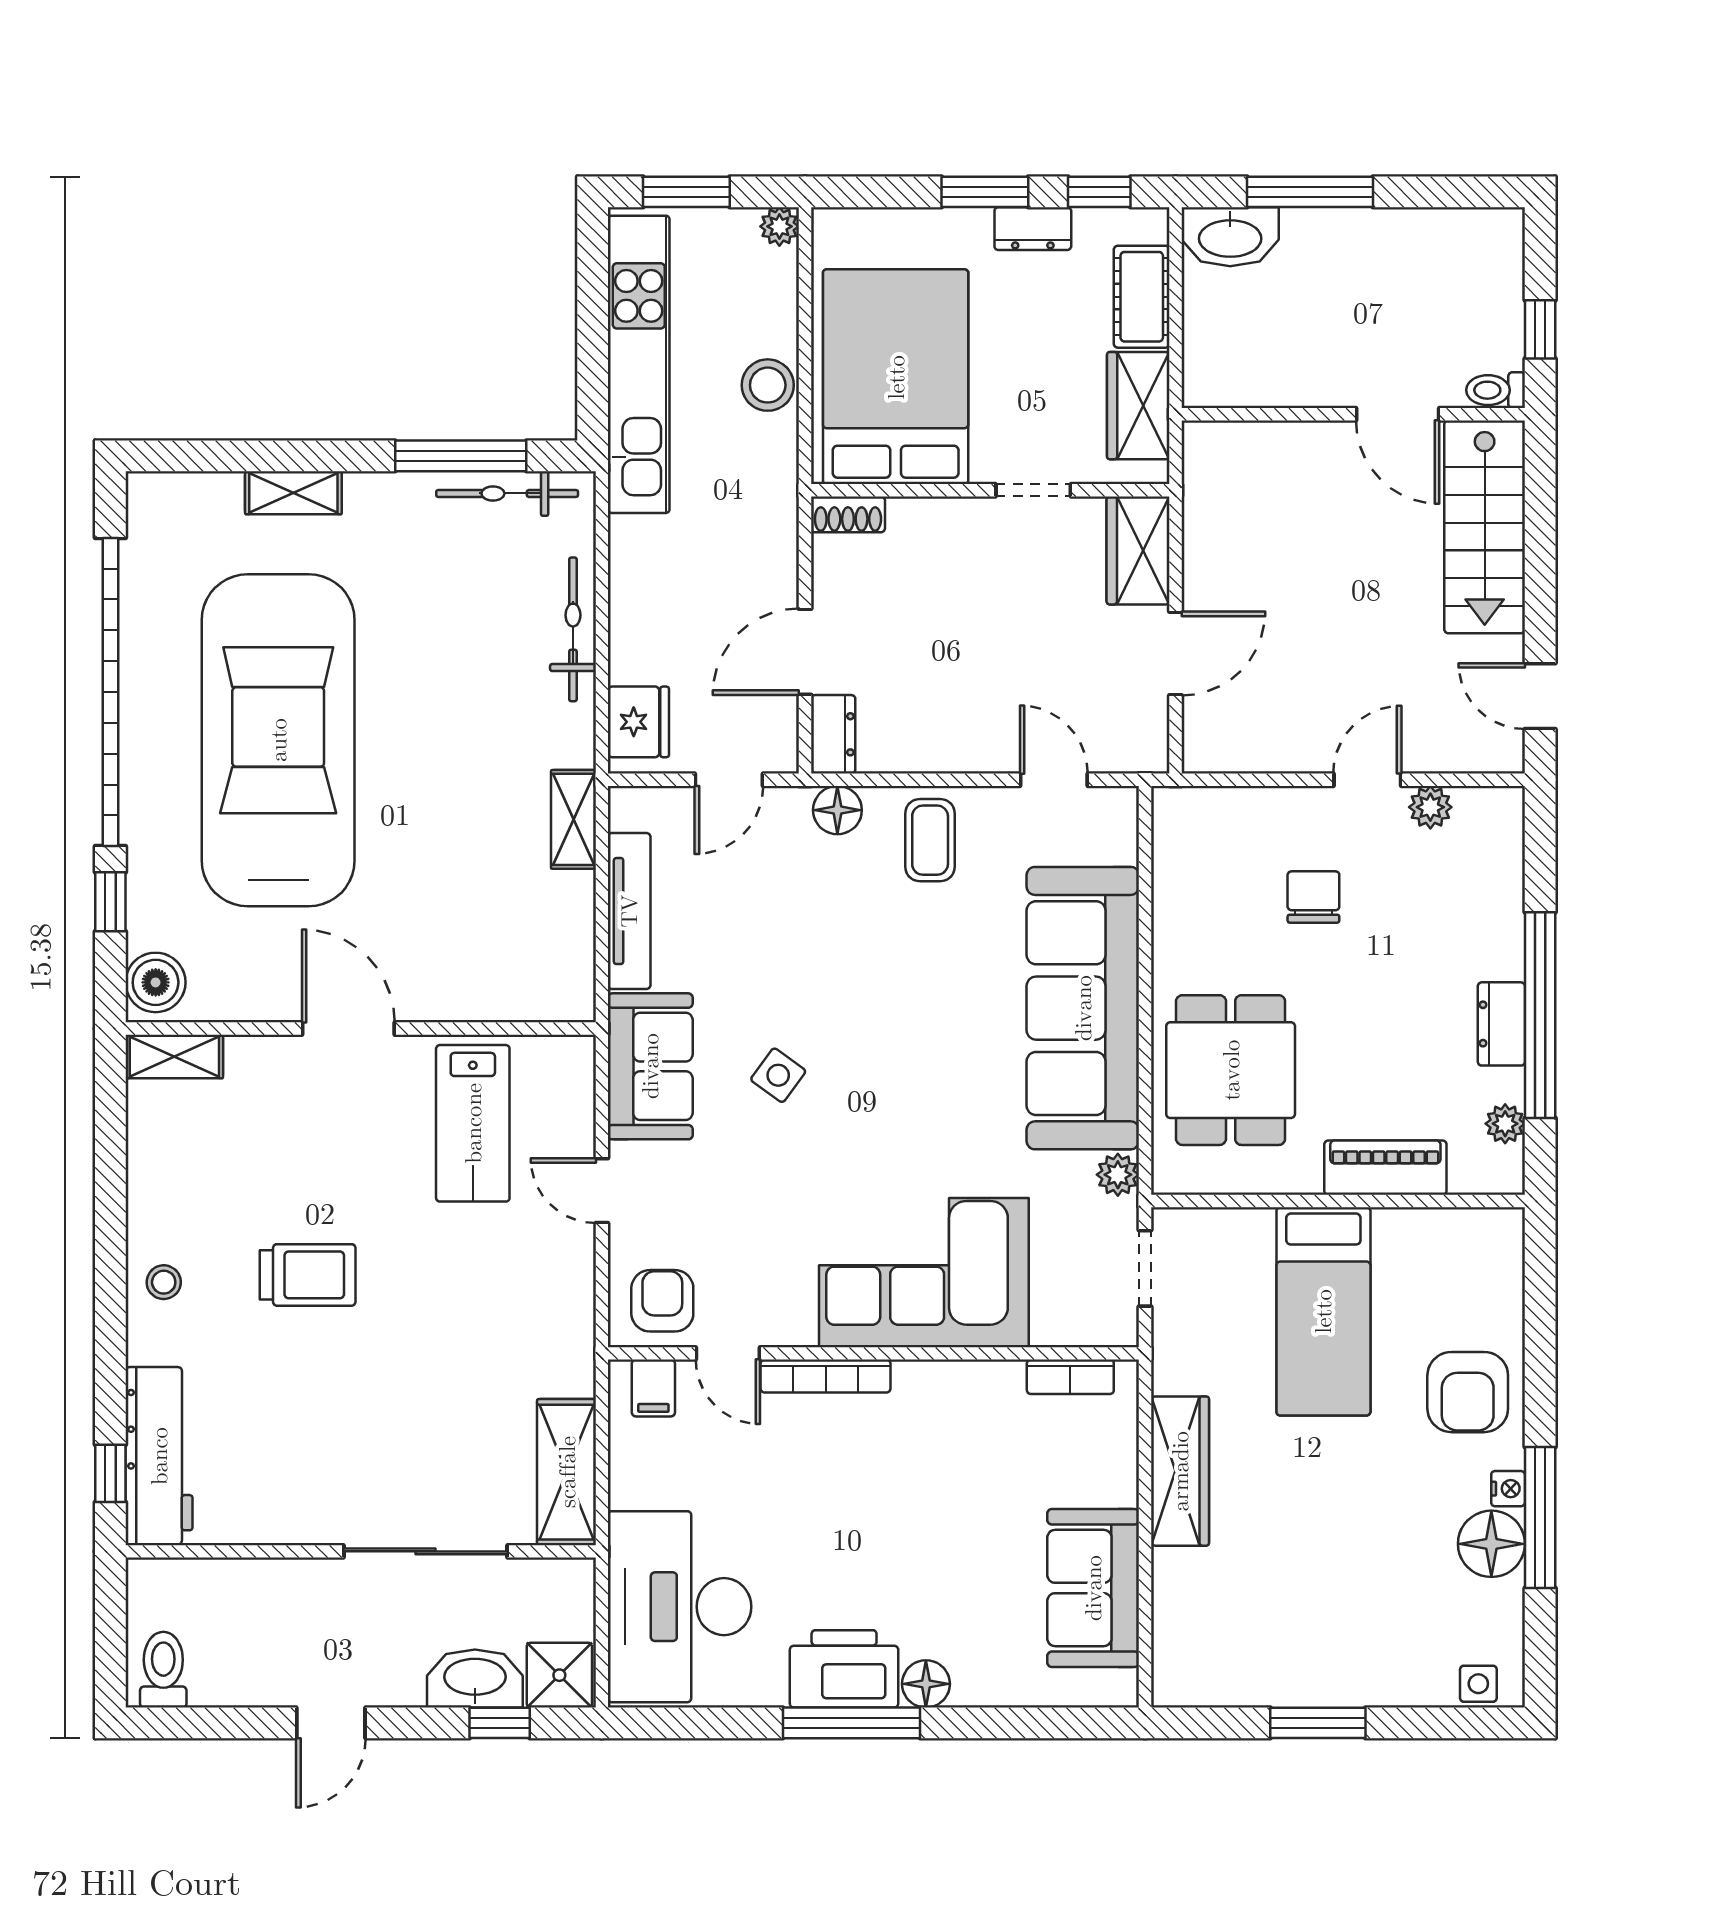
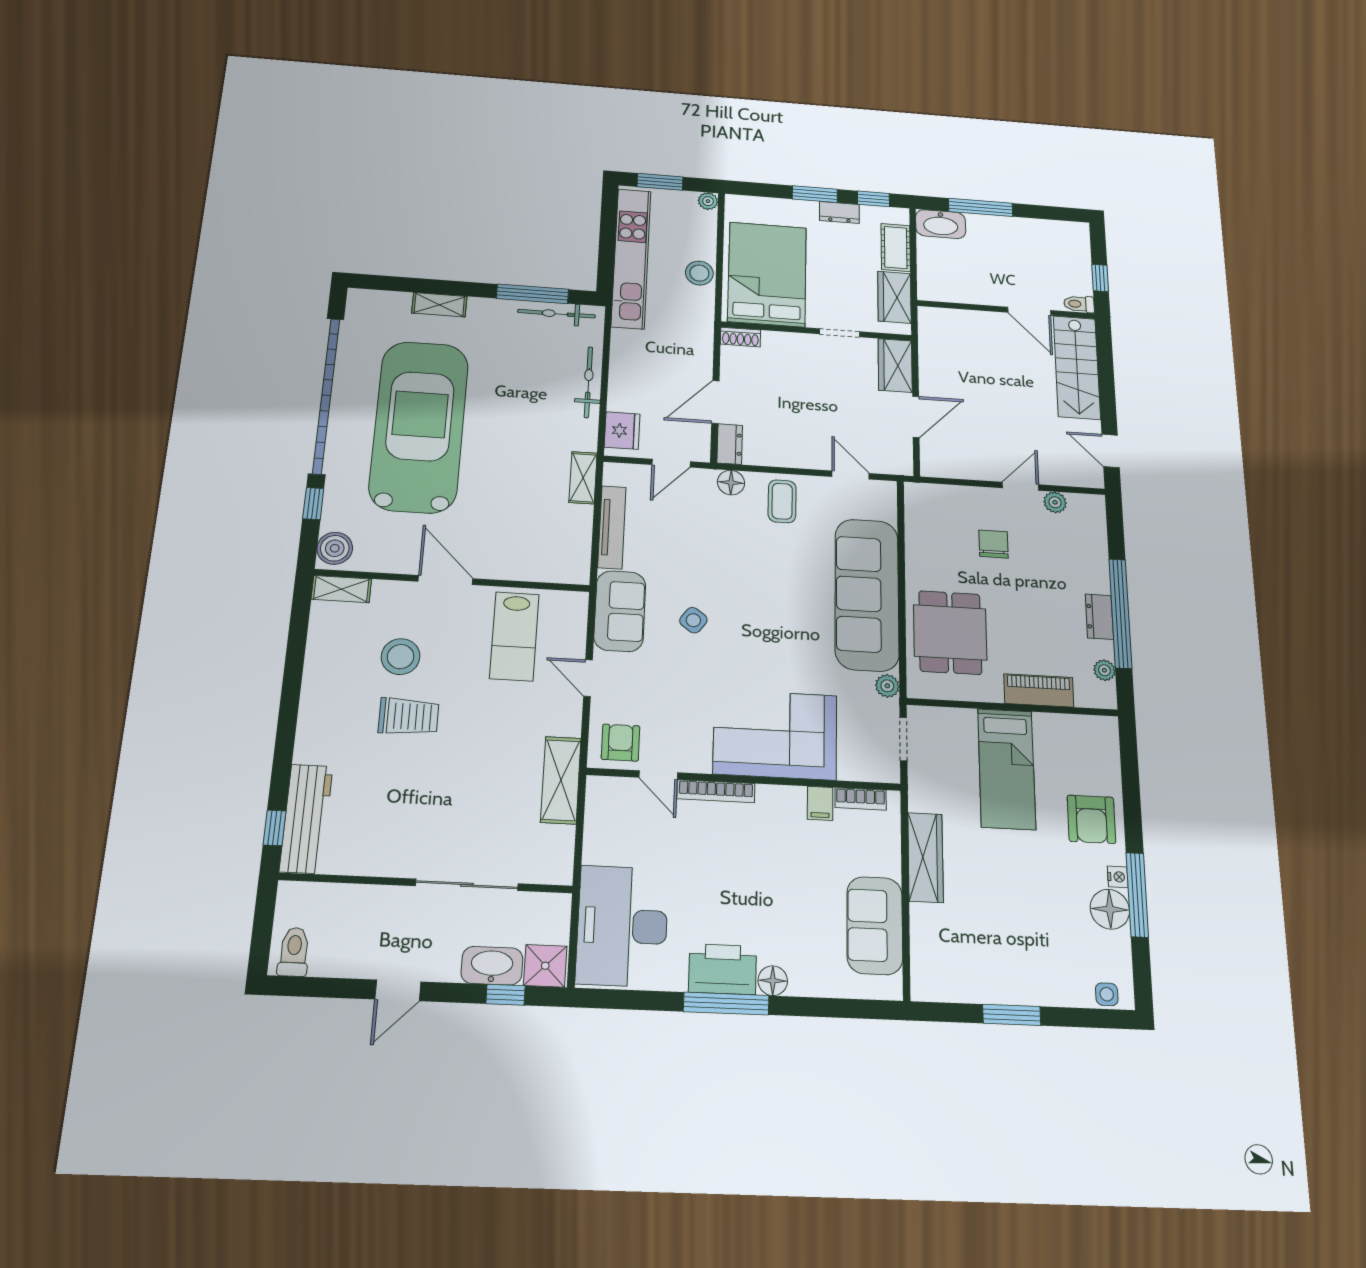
stool: (164, 1282) -> (401, 657), moved, width x1.89, depth x1.89
filing cabinet: (653, 1388) -> (820, 803), moved
shelving: (567, 1472) -> (561, 780), moved

